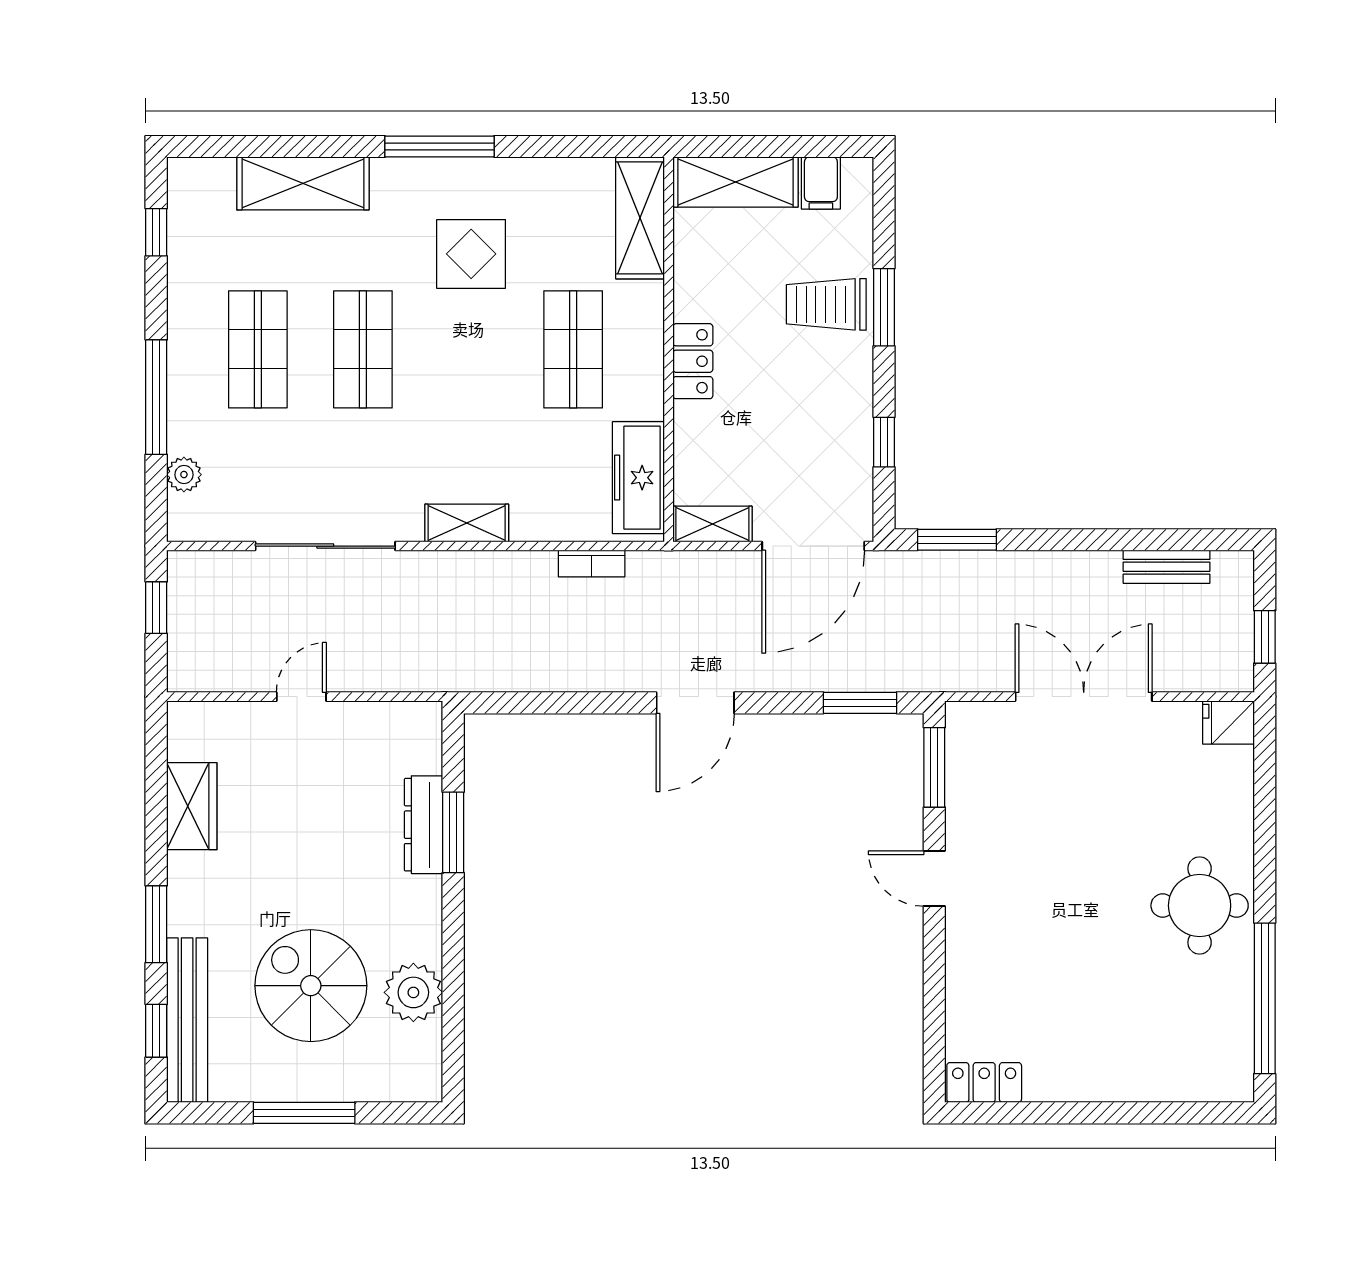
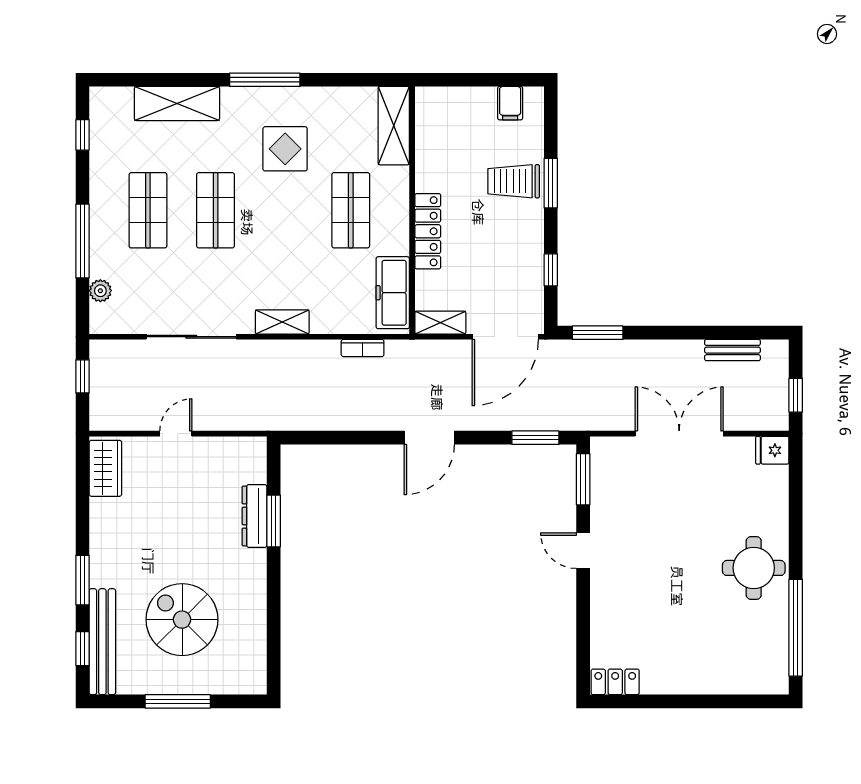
shelving: (735, 182) -> (455, 103), removed
locker: (693, 361) -> (428, 231), width x1.53
wardrobe: (192, 806) -> (105, 468), moved
plant: (413, 992) -> (248, 624), removed

